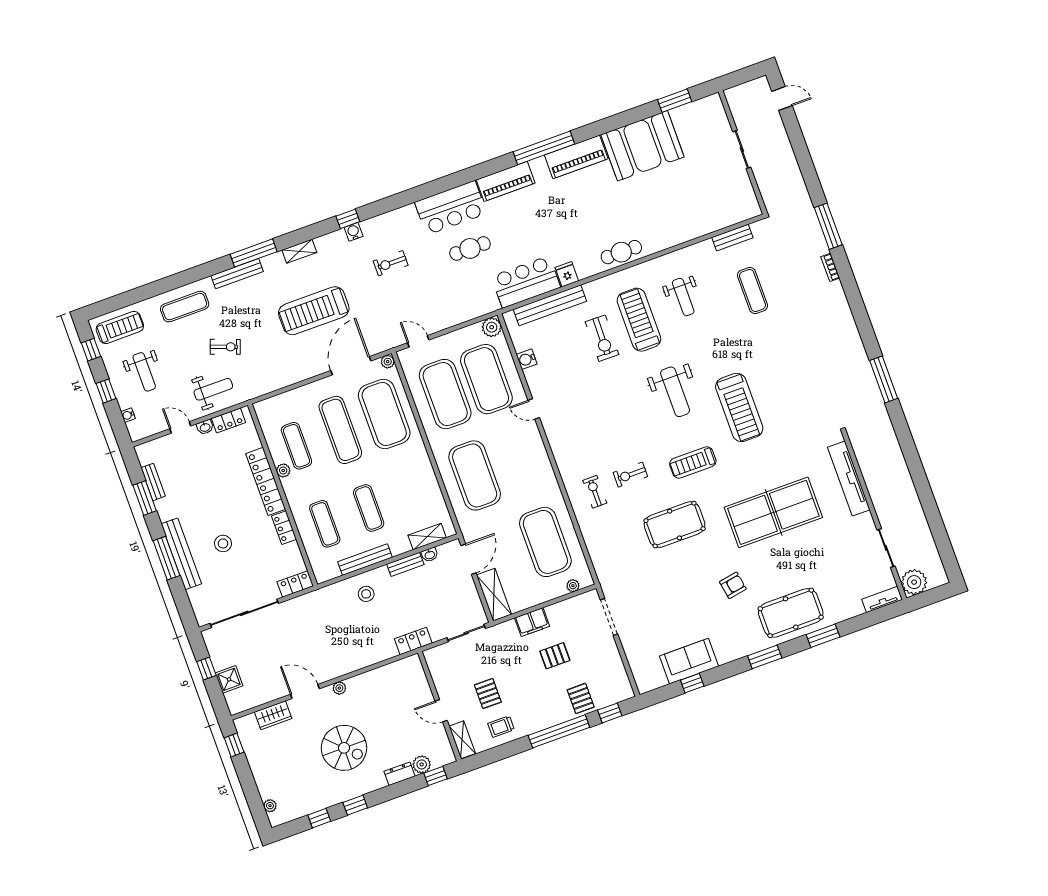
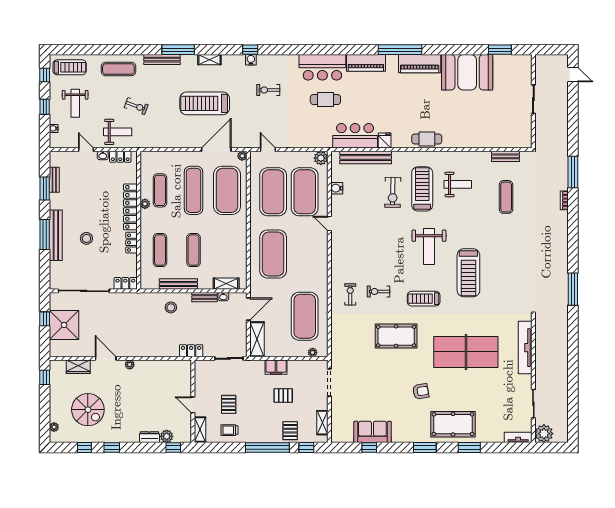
weight bench: (683, 297) -> (458, 184), turned -90
shelving: (619, 673) -> (322, 423), added
shower: (229, 679) -> (64, 325), width x1.86, depth x1.86
spiral stairs: (344, 748) -> (88, 410), moved

